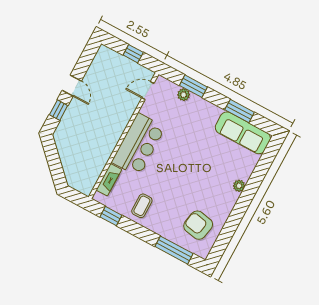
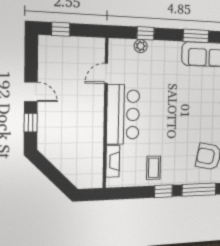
window: (133, 54) -> (61, 29), moved
window: (193, 86) -> (145, 33), width x0.67
door: (148, 91) -> (106, 73), moved
window: (111, 216) -> (163, 191), moved

